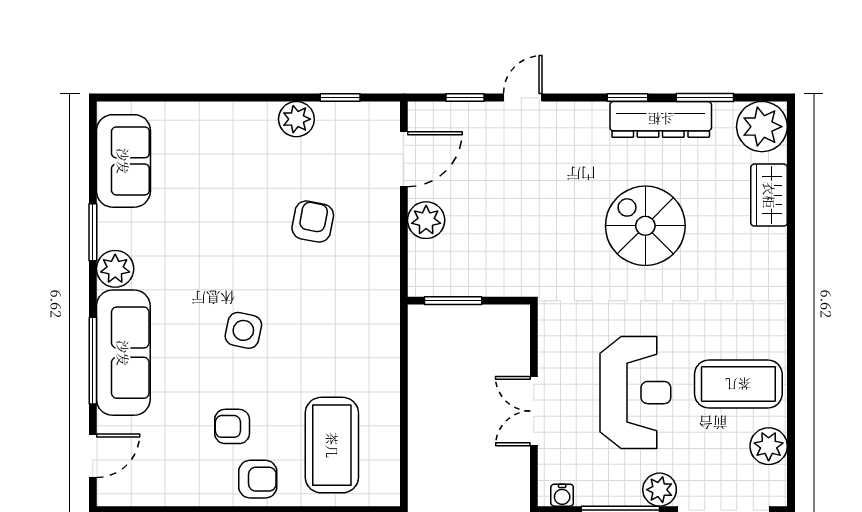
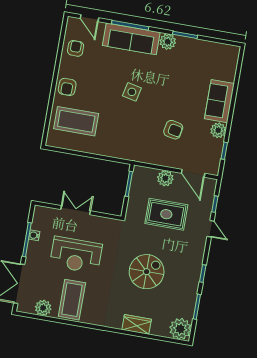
dresser: (661, 119) -> (191, 286), removed
sofa: (123, 161) -> (219, 101), moved, turned 90
wardrobe: (769, 195) -> (137, 324), moved
rug: (507, 204) -> (166, 214), added
armchair: (232, 426) -> (76, 48), moved
plant: (660, 490) -> (33, 258), removed
water cooler: (562, 495) -> (34, 235), moved

